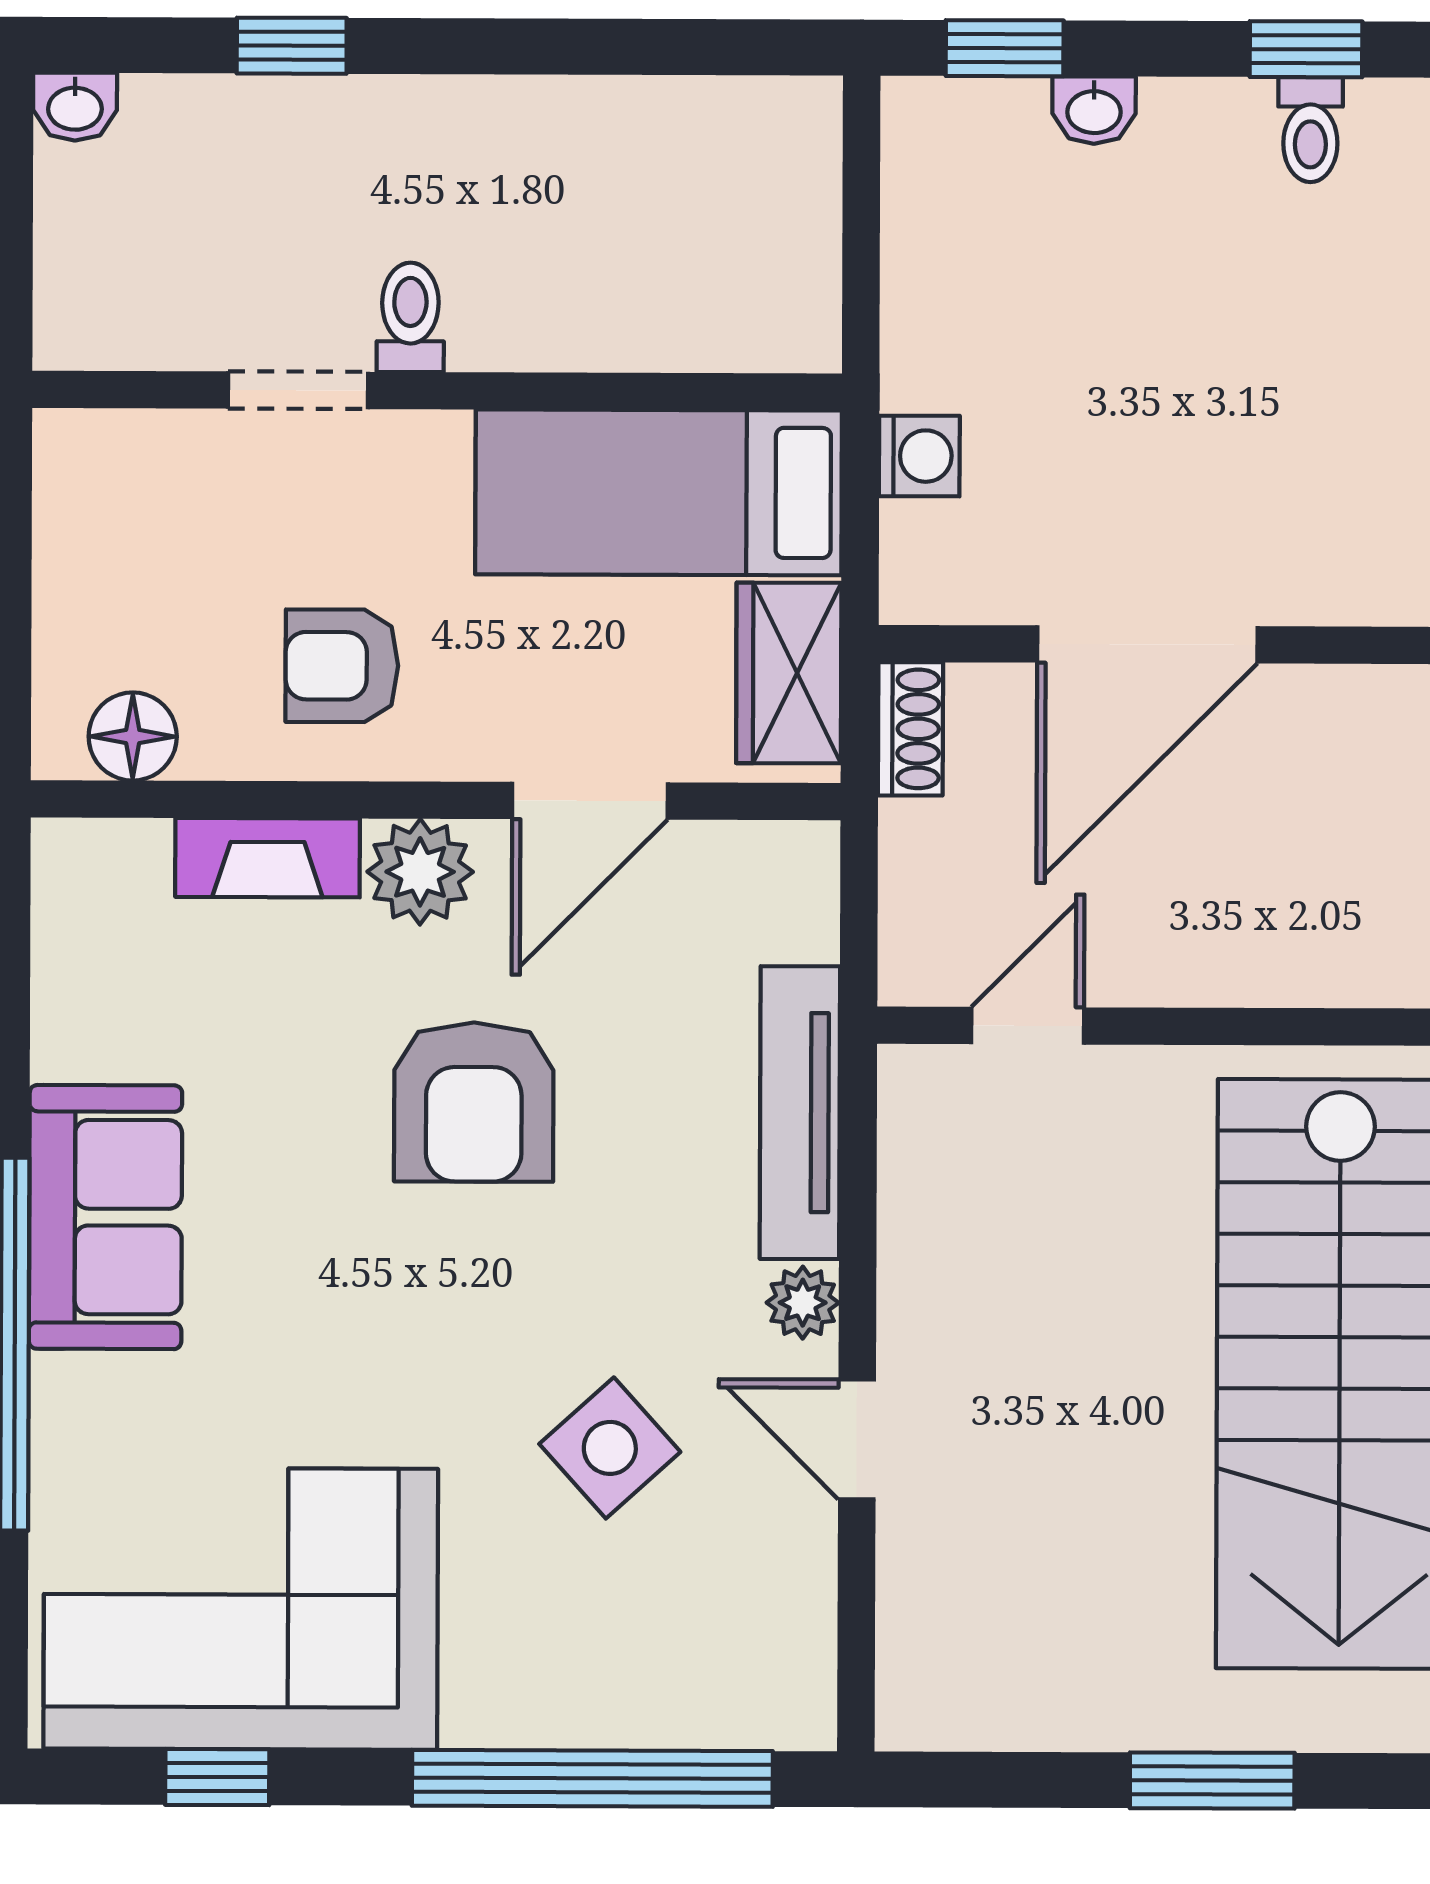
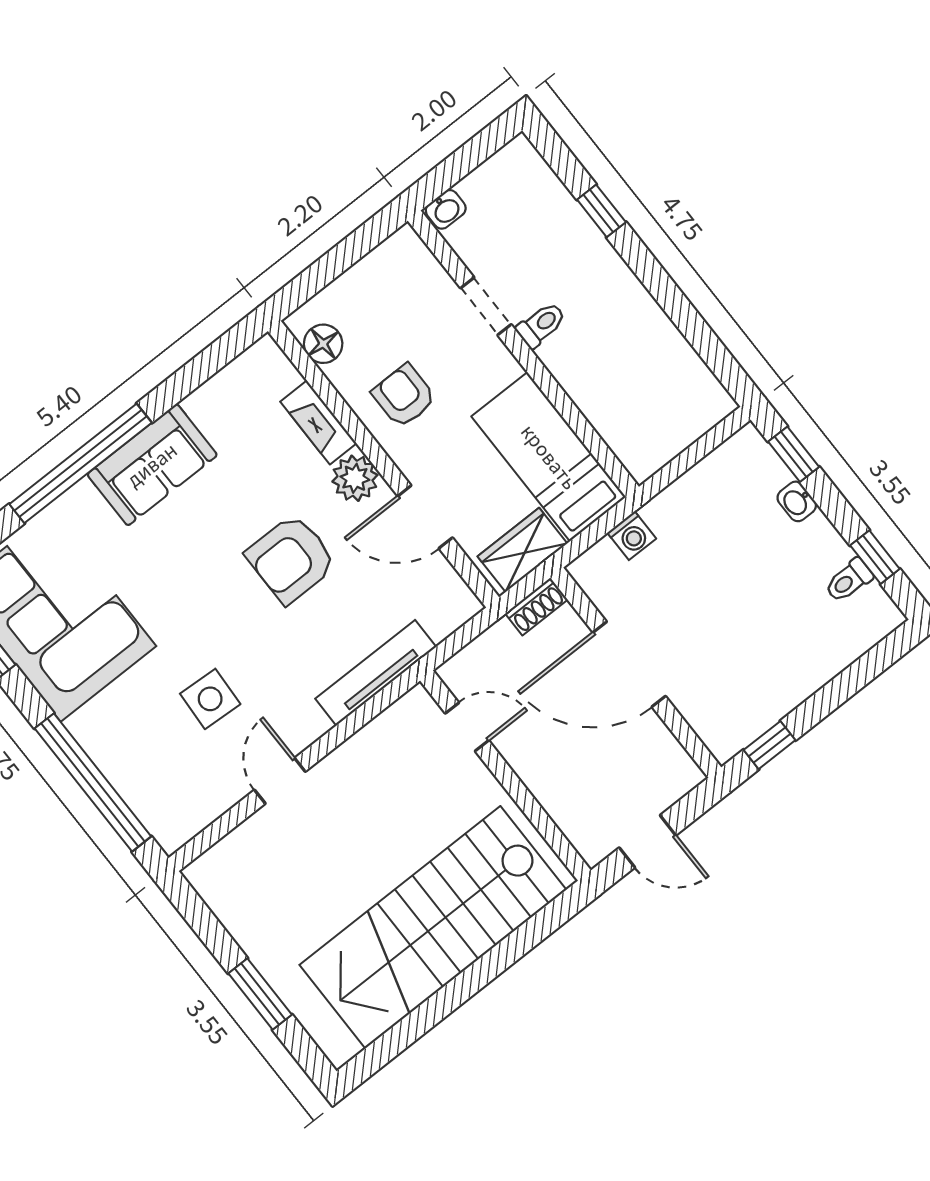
washbasin: (75, 107) -> (446, 209), moved, turned -90
plant: (803, 1303) -> (312, 725), removed
side table: (610, 1448) -> (210, 699), turned 45

